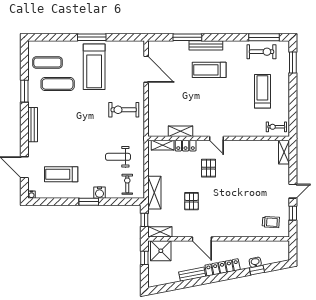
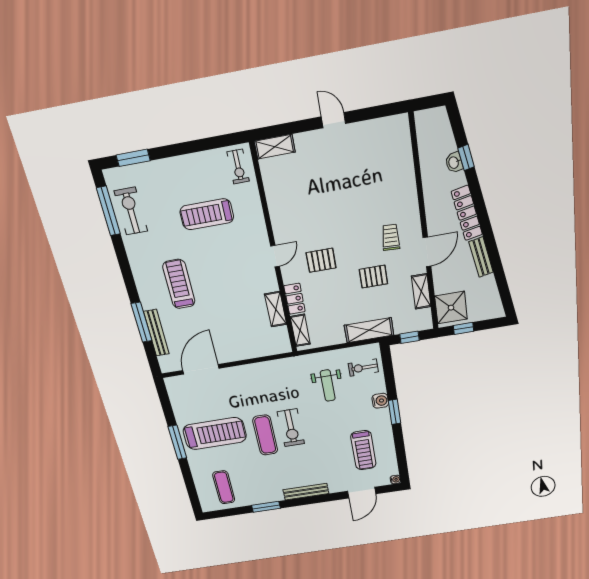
bench: (206, 45) -> (156, 333), moved
treadmill: (209, 70) -> (179, 284), turned 180
exercise mat: (58, 84) -> (265, 435), moved
treadmill: (262, 91) -> (207, 214), moved
exercise bike: (124, 110) -> (291, 428), moved
window: (293, 213) -> (369, 114), removed
trolley: (271, 222) -> (391, 237), moved
shelving: (160, 232) -> (421, 291), moved

